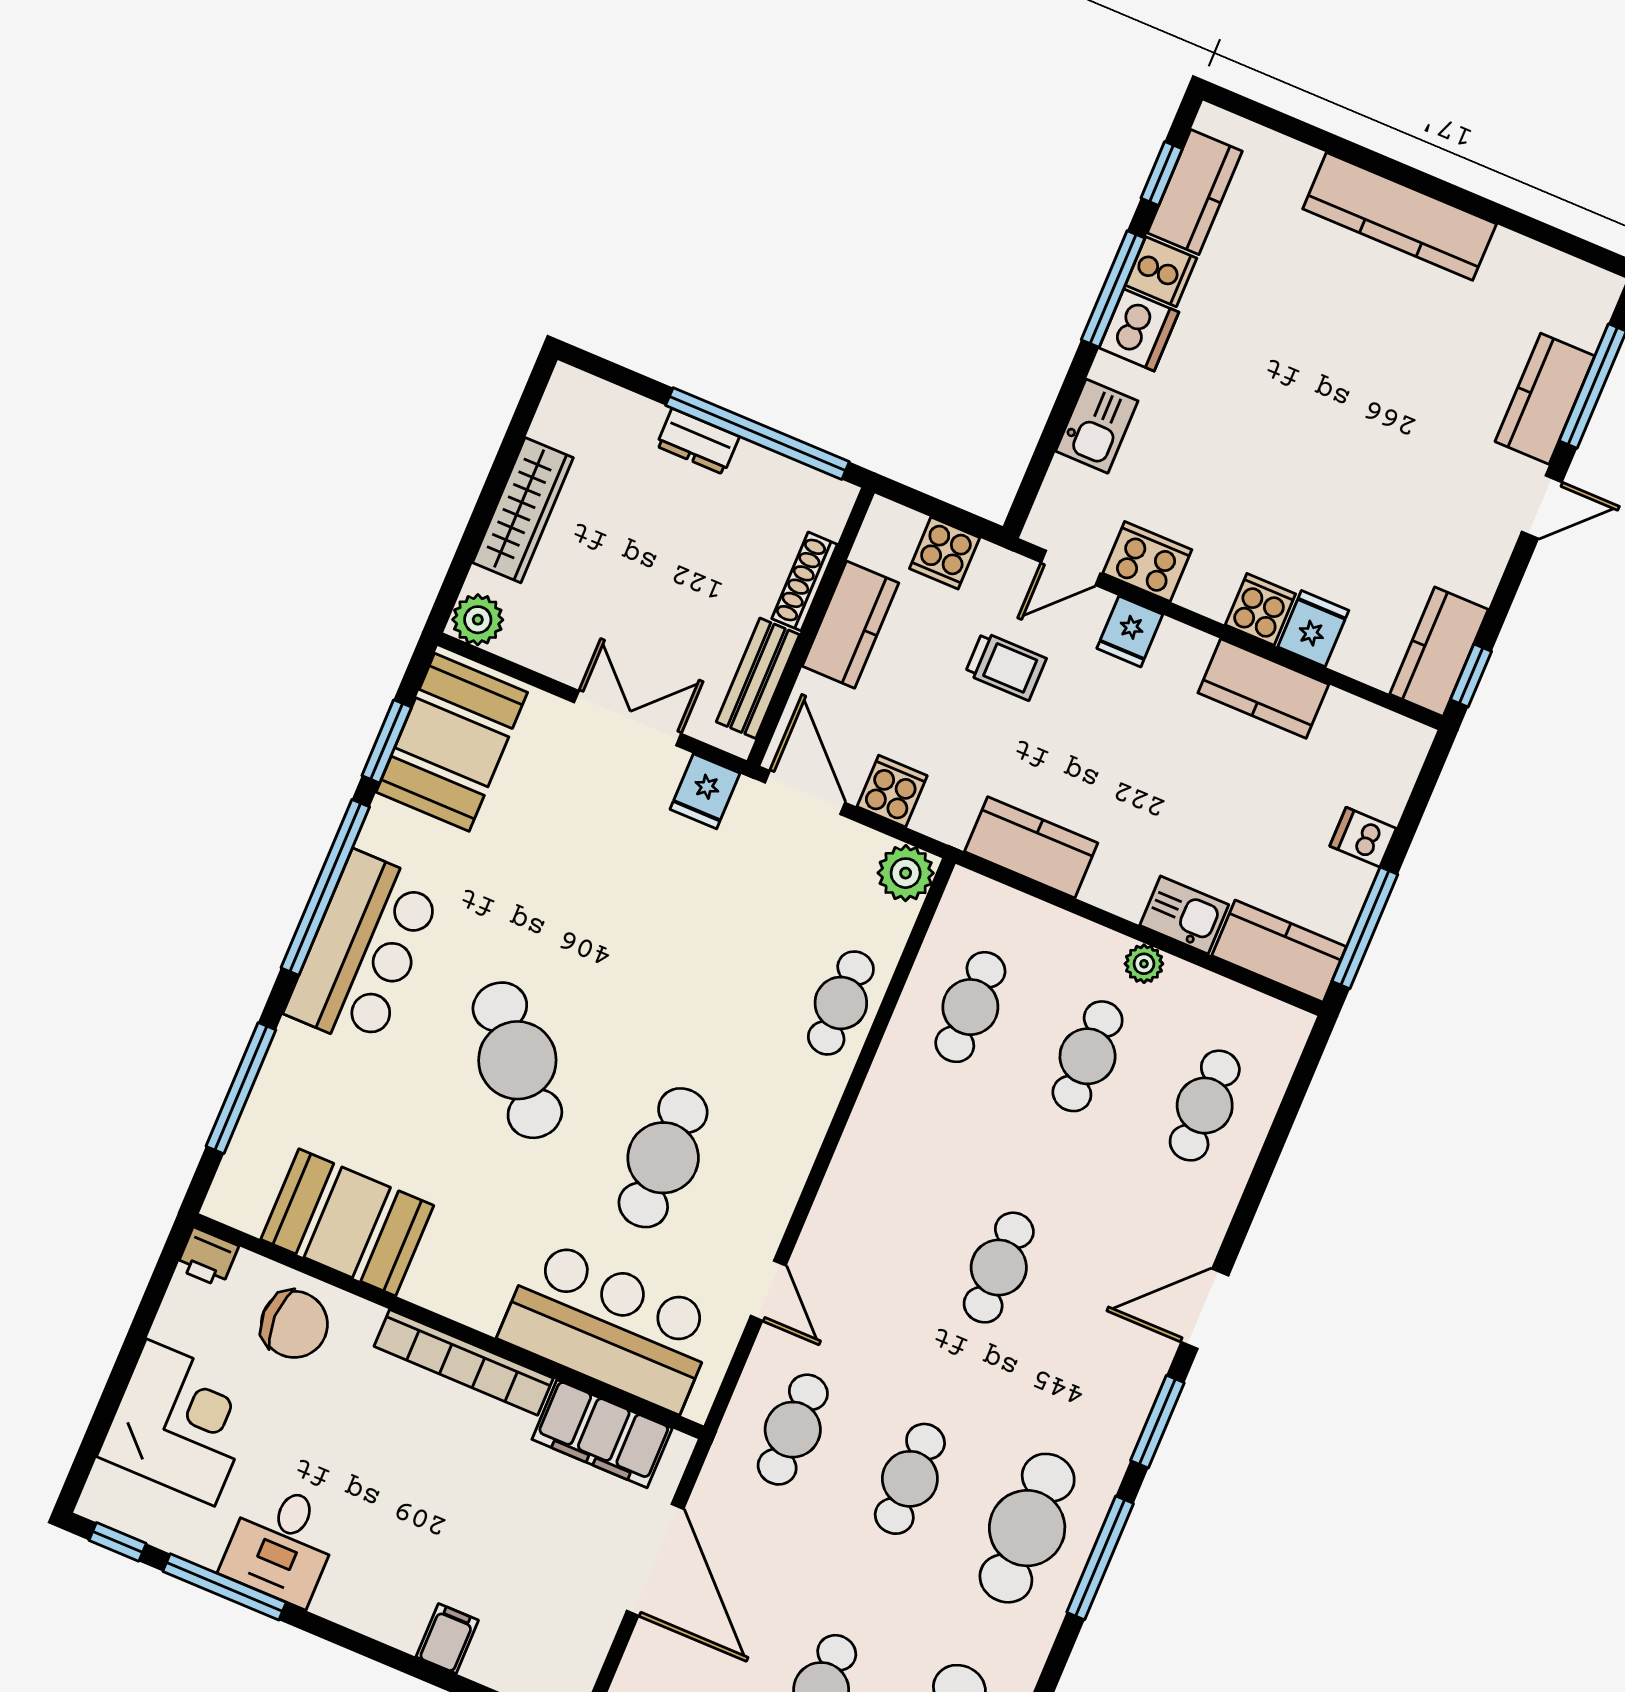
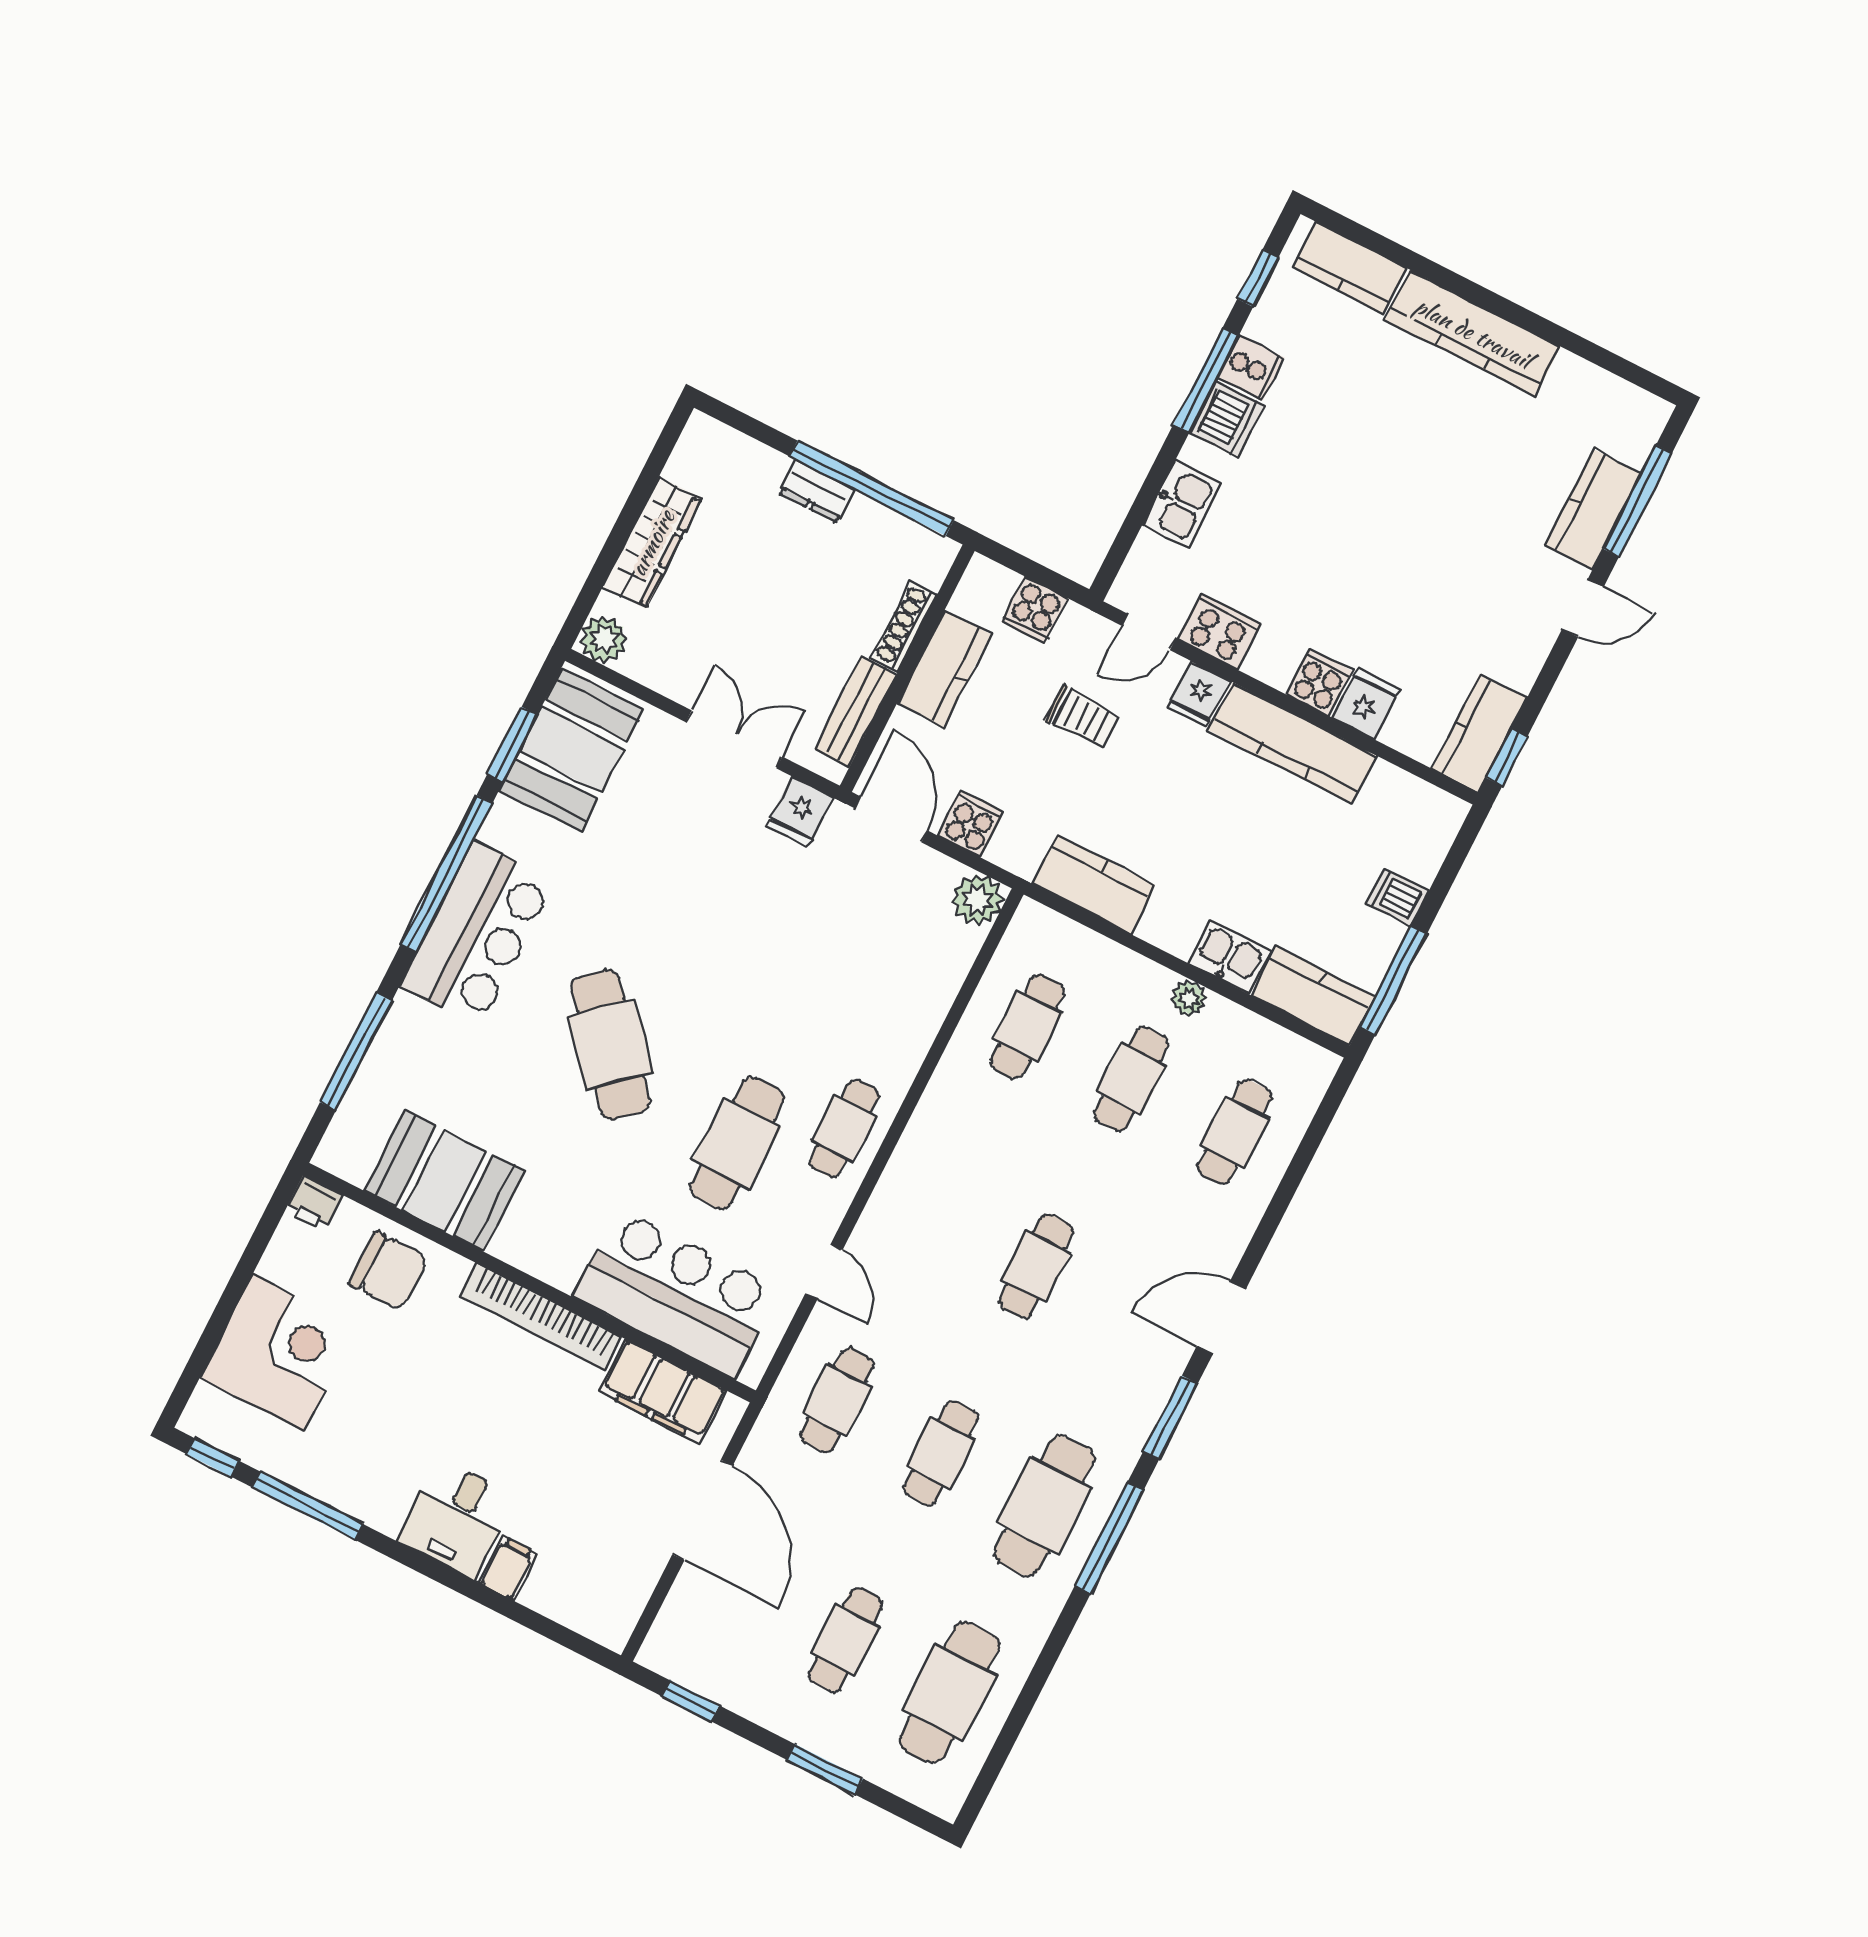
kitchen counter: (1195, 192) -> (1349, 268), moved, turned 90
kitchen counter: (1263, 689) -> (1293, 743), width x1.50
cafe table: (841, 1003) -> (844, 1129), moved
desk: (282, 1544) -> (457, 1518), moved

